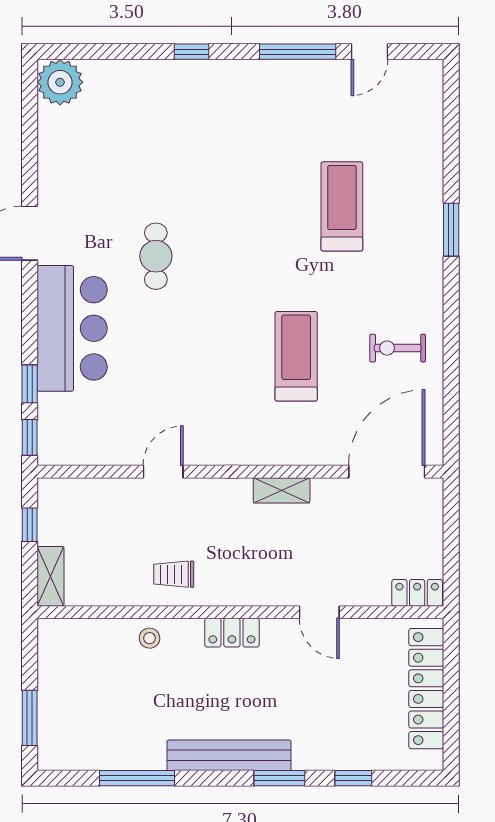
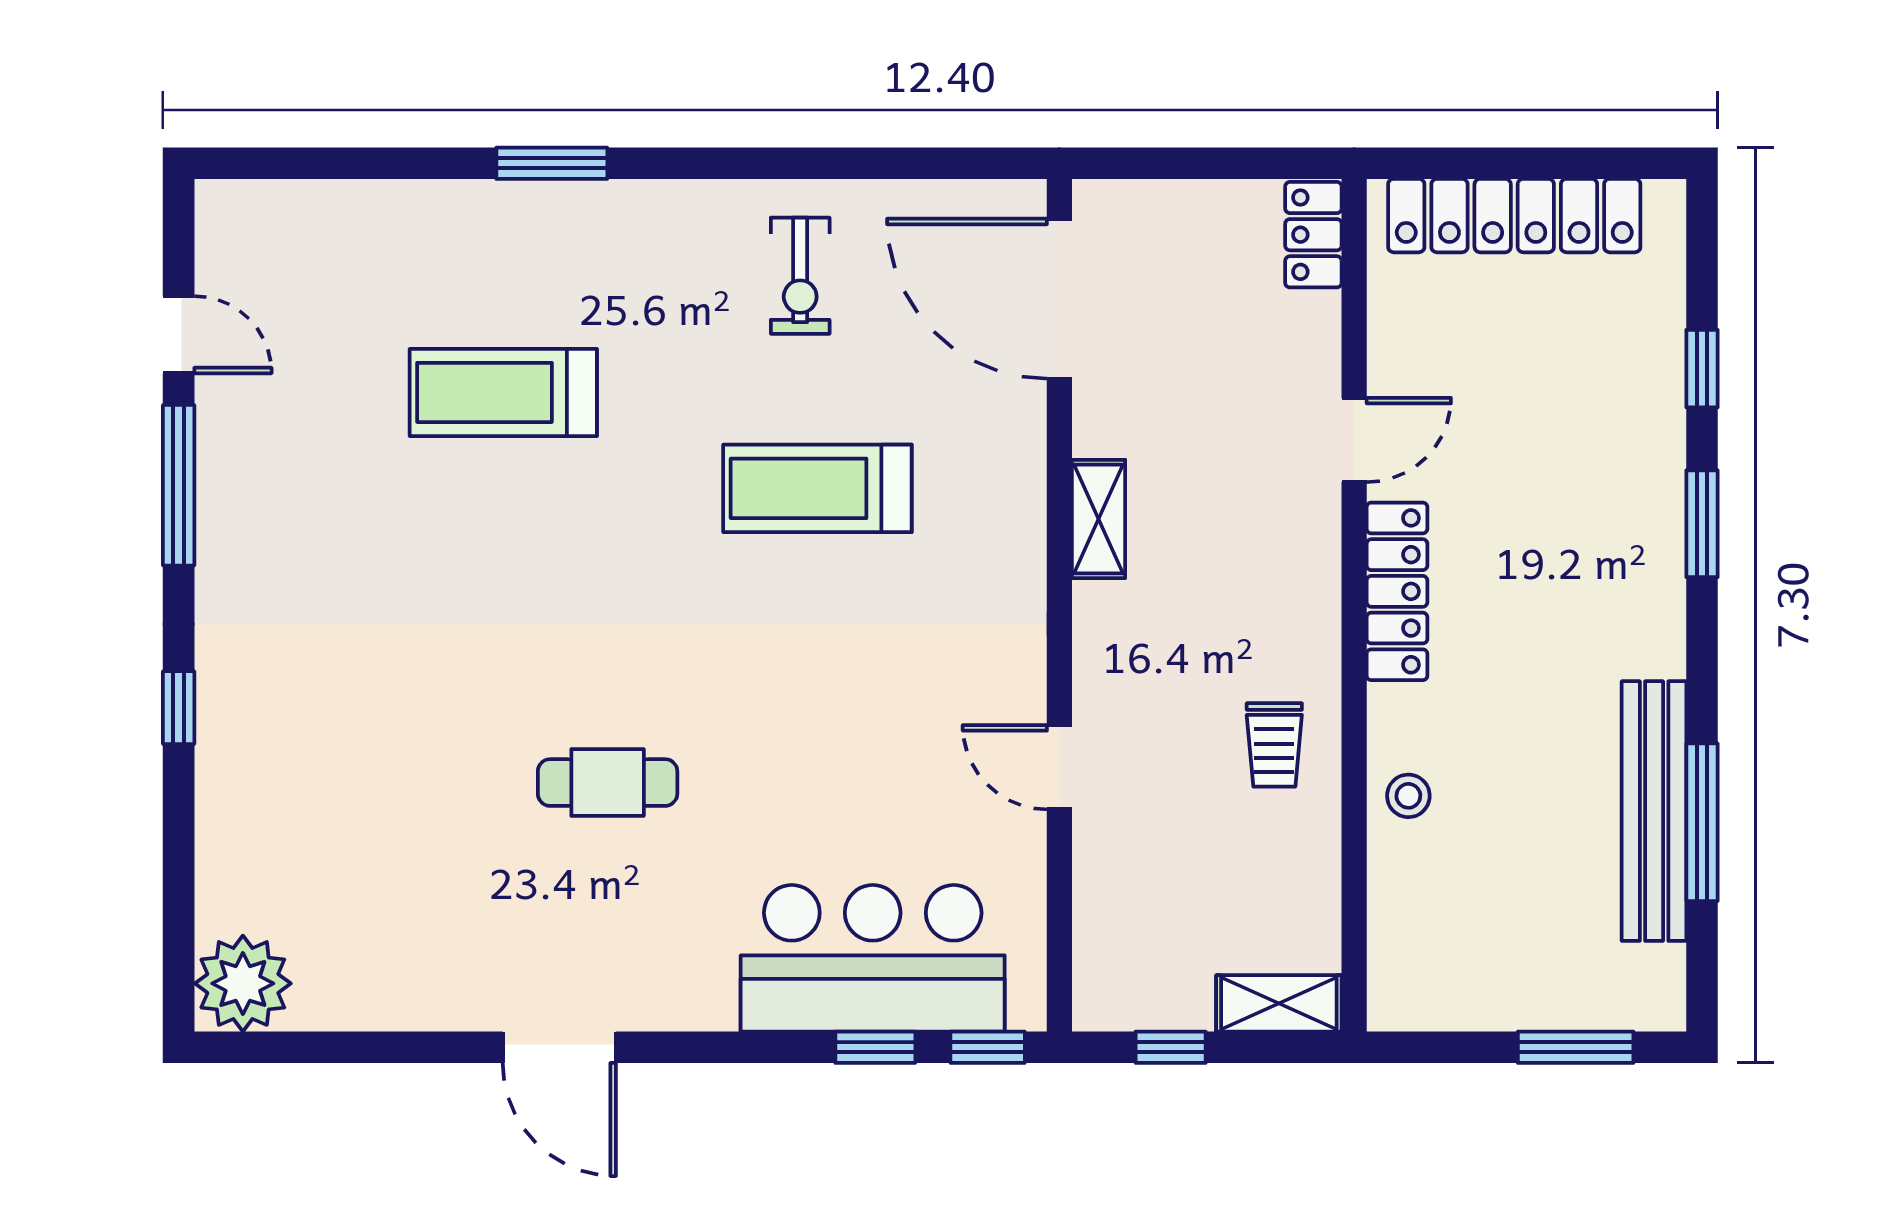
bar counter: (72, 328) -> (873, 958), moved
locker: (232, 633) -> (1397, 591), width x1.53
bench: (229, 755) -> (1654, 811), moved

